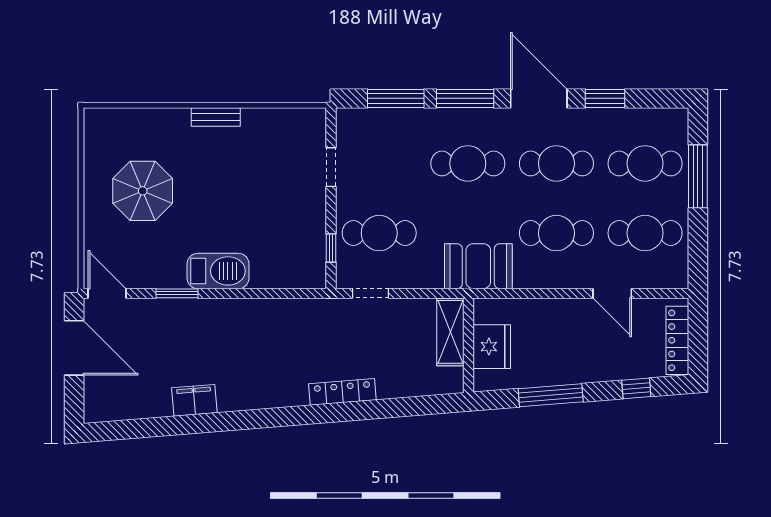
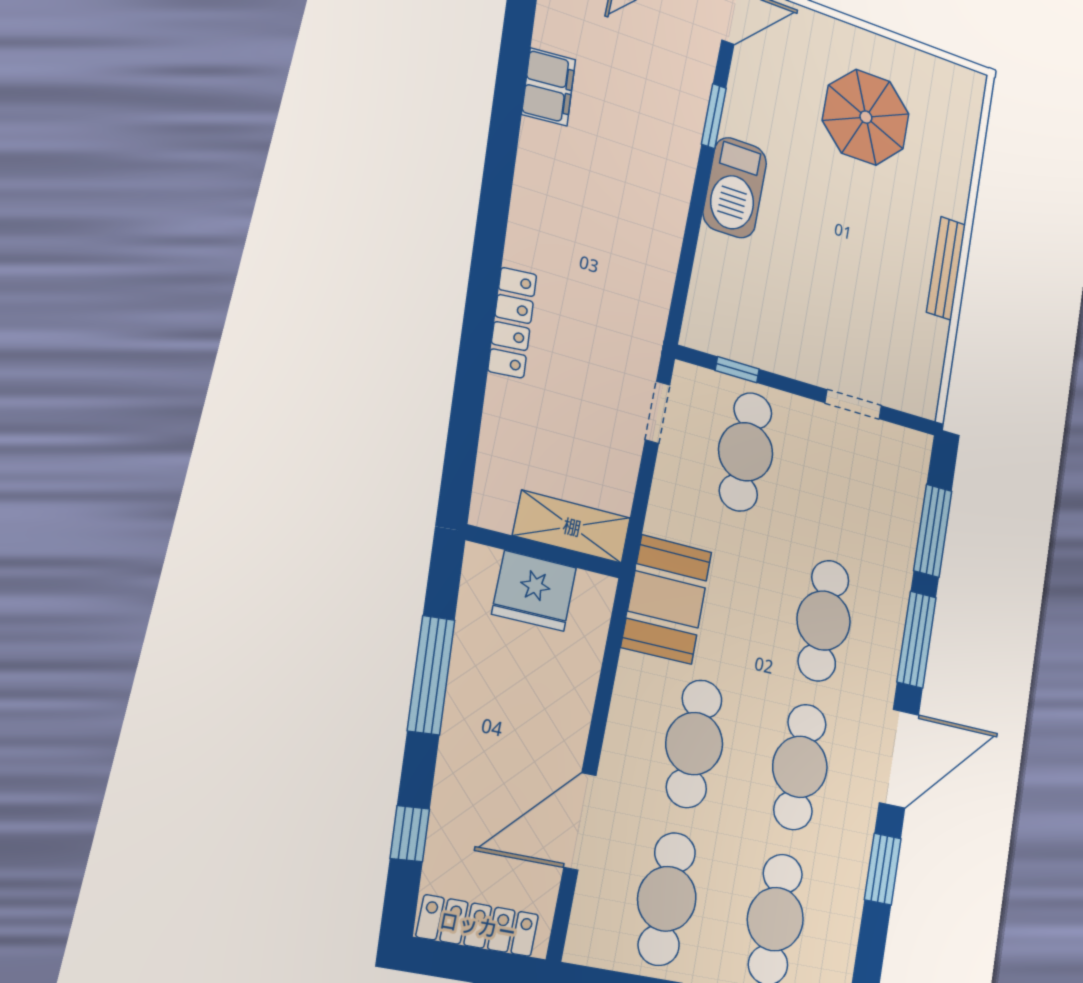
bench: (216, 117) -> (946, 268), width x1.36
door: (612, 293) -> (580, 821), width x1.36

